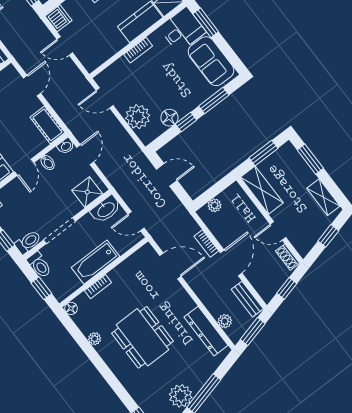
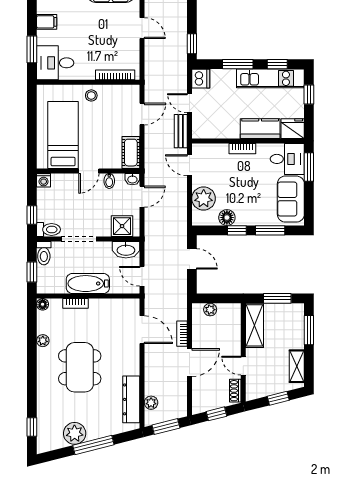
bench: (247, 299) -> (181, 131), moved

